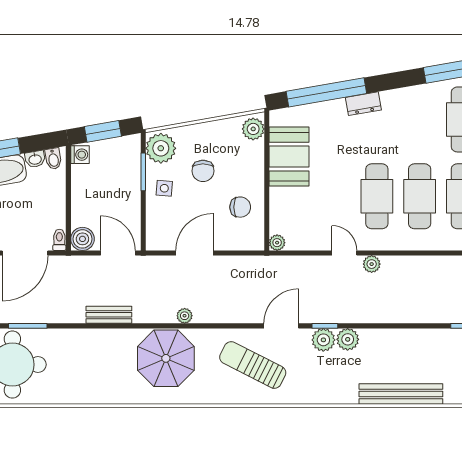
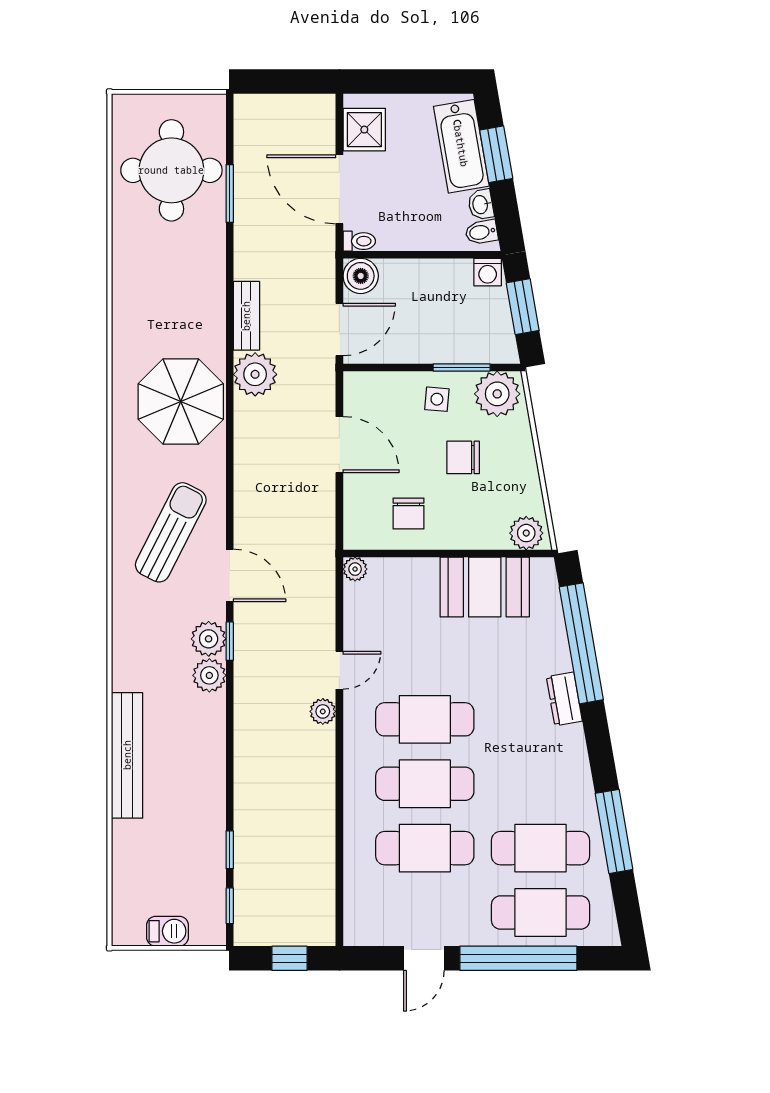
plant: (185, 316) -> (255, 374), moved, width x1.87, depth x1.87

